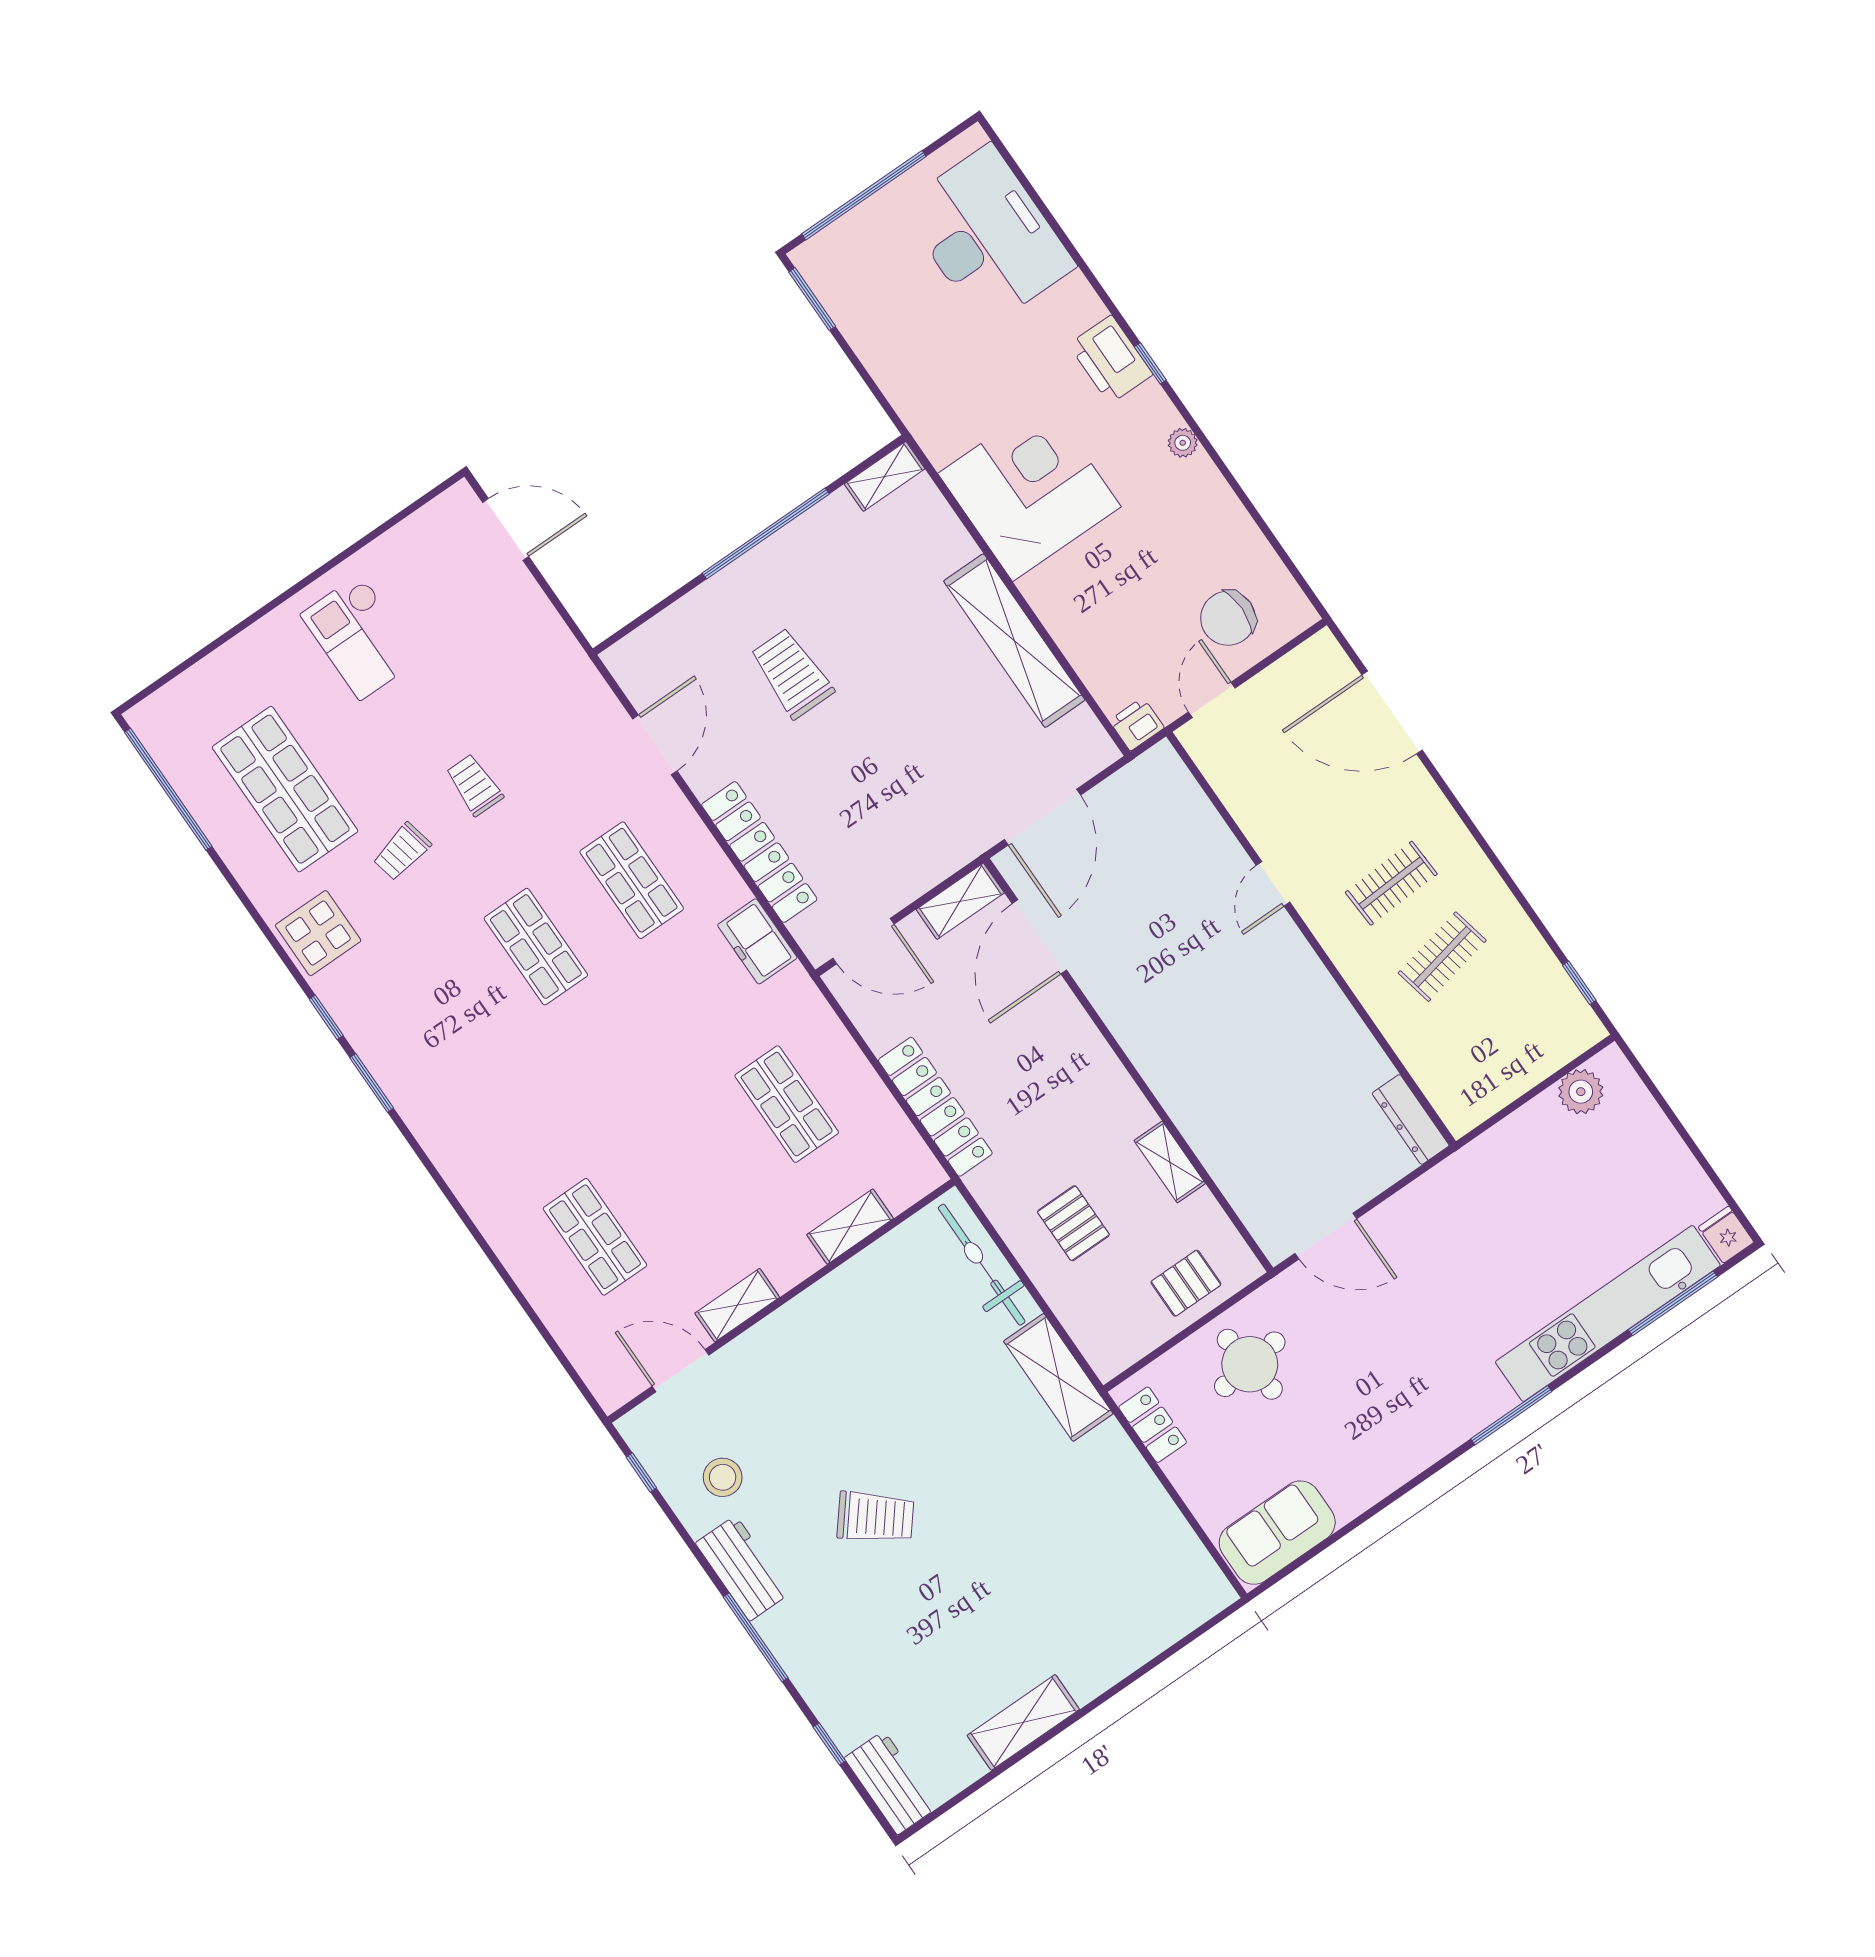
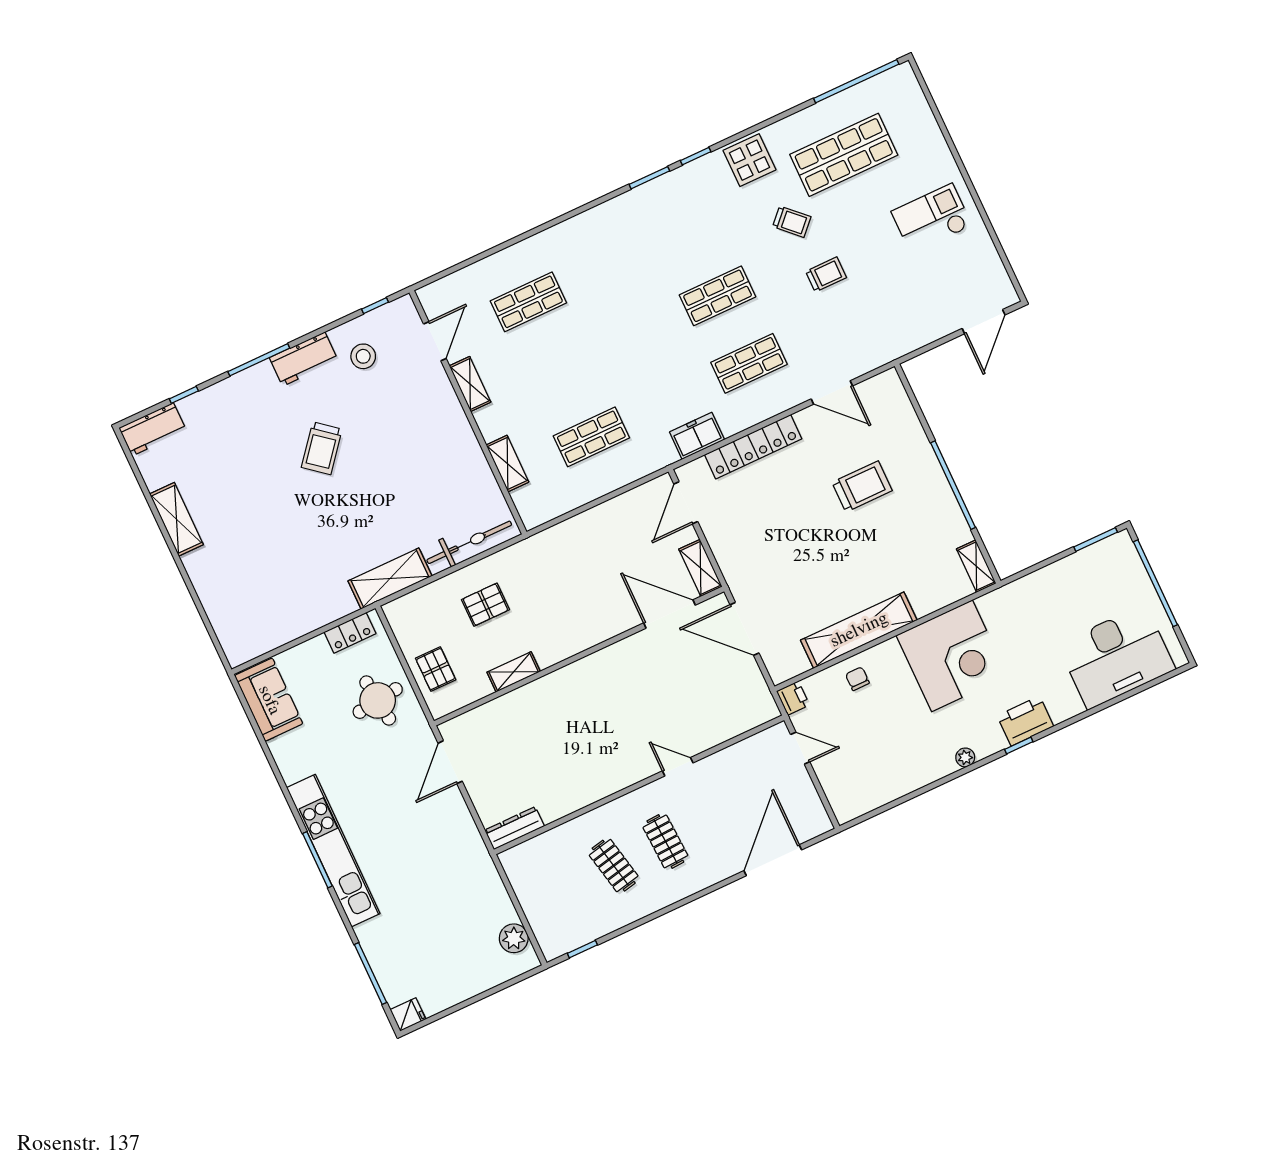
chair: (1228, 618) -> (857, 679), moved, width x0.54, depth x0.54
trolley: (402, 852) -> (792, 222), turned 146
locker: (935, 1107) -> (574, 530), removed
kitchen unit: (1608, 1314) -> (333, 851), moved

